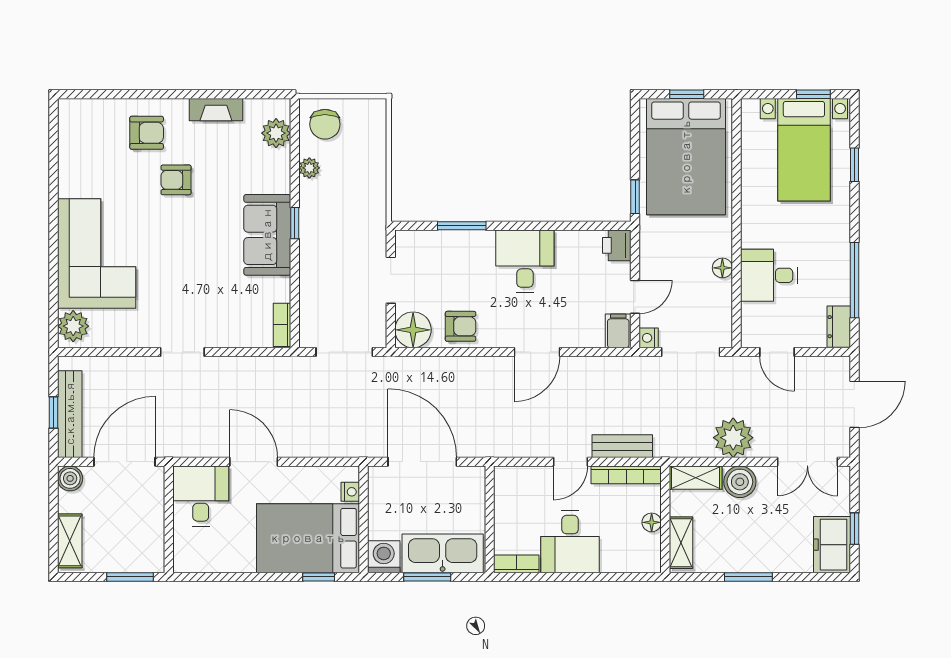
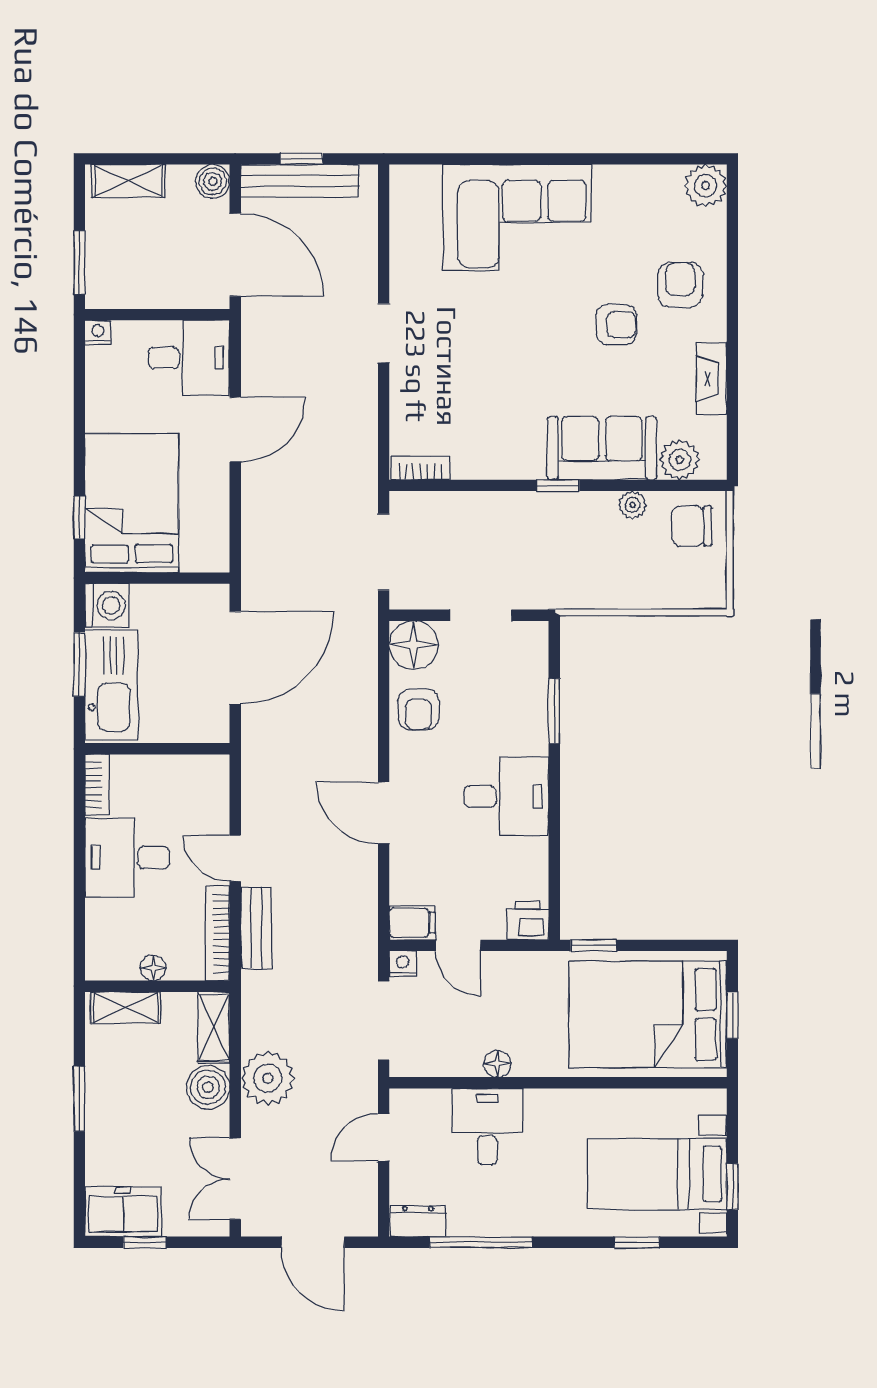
armchair: (147, 133) -> (680, 285), turned 180
armchair: (176, 180) -> (616, 325), turned 90
sofa: (267, 235) -> (602, 448), moved
plant: (73, 326) -> (706, 186), moved
nightstand: (350, 492) -> (98, 332), moved, turned 180

